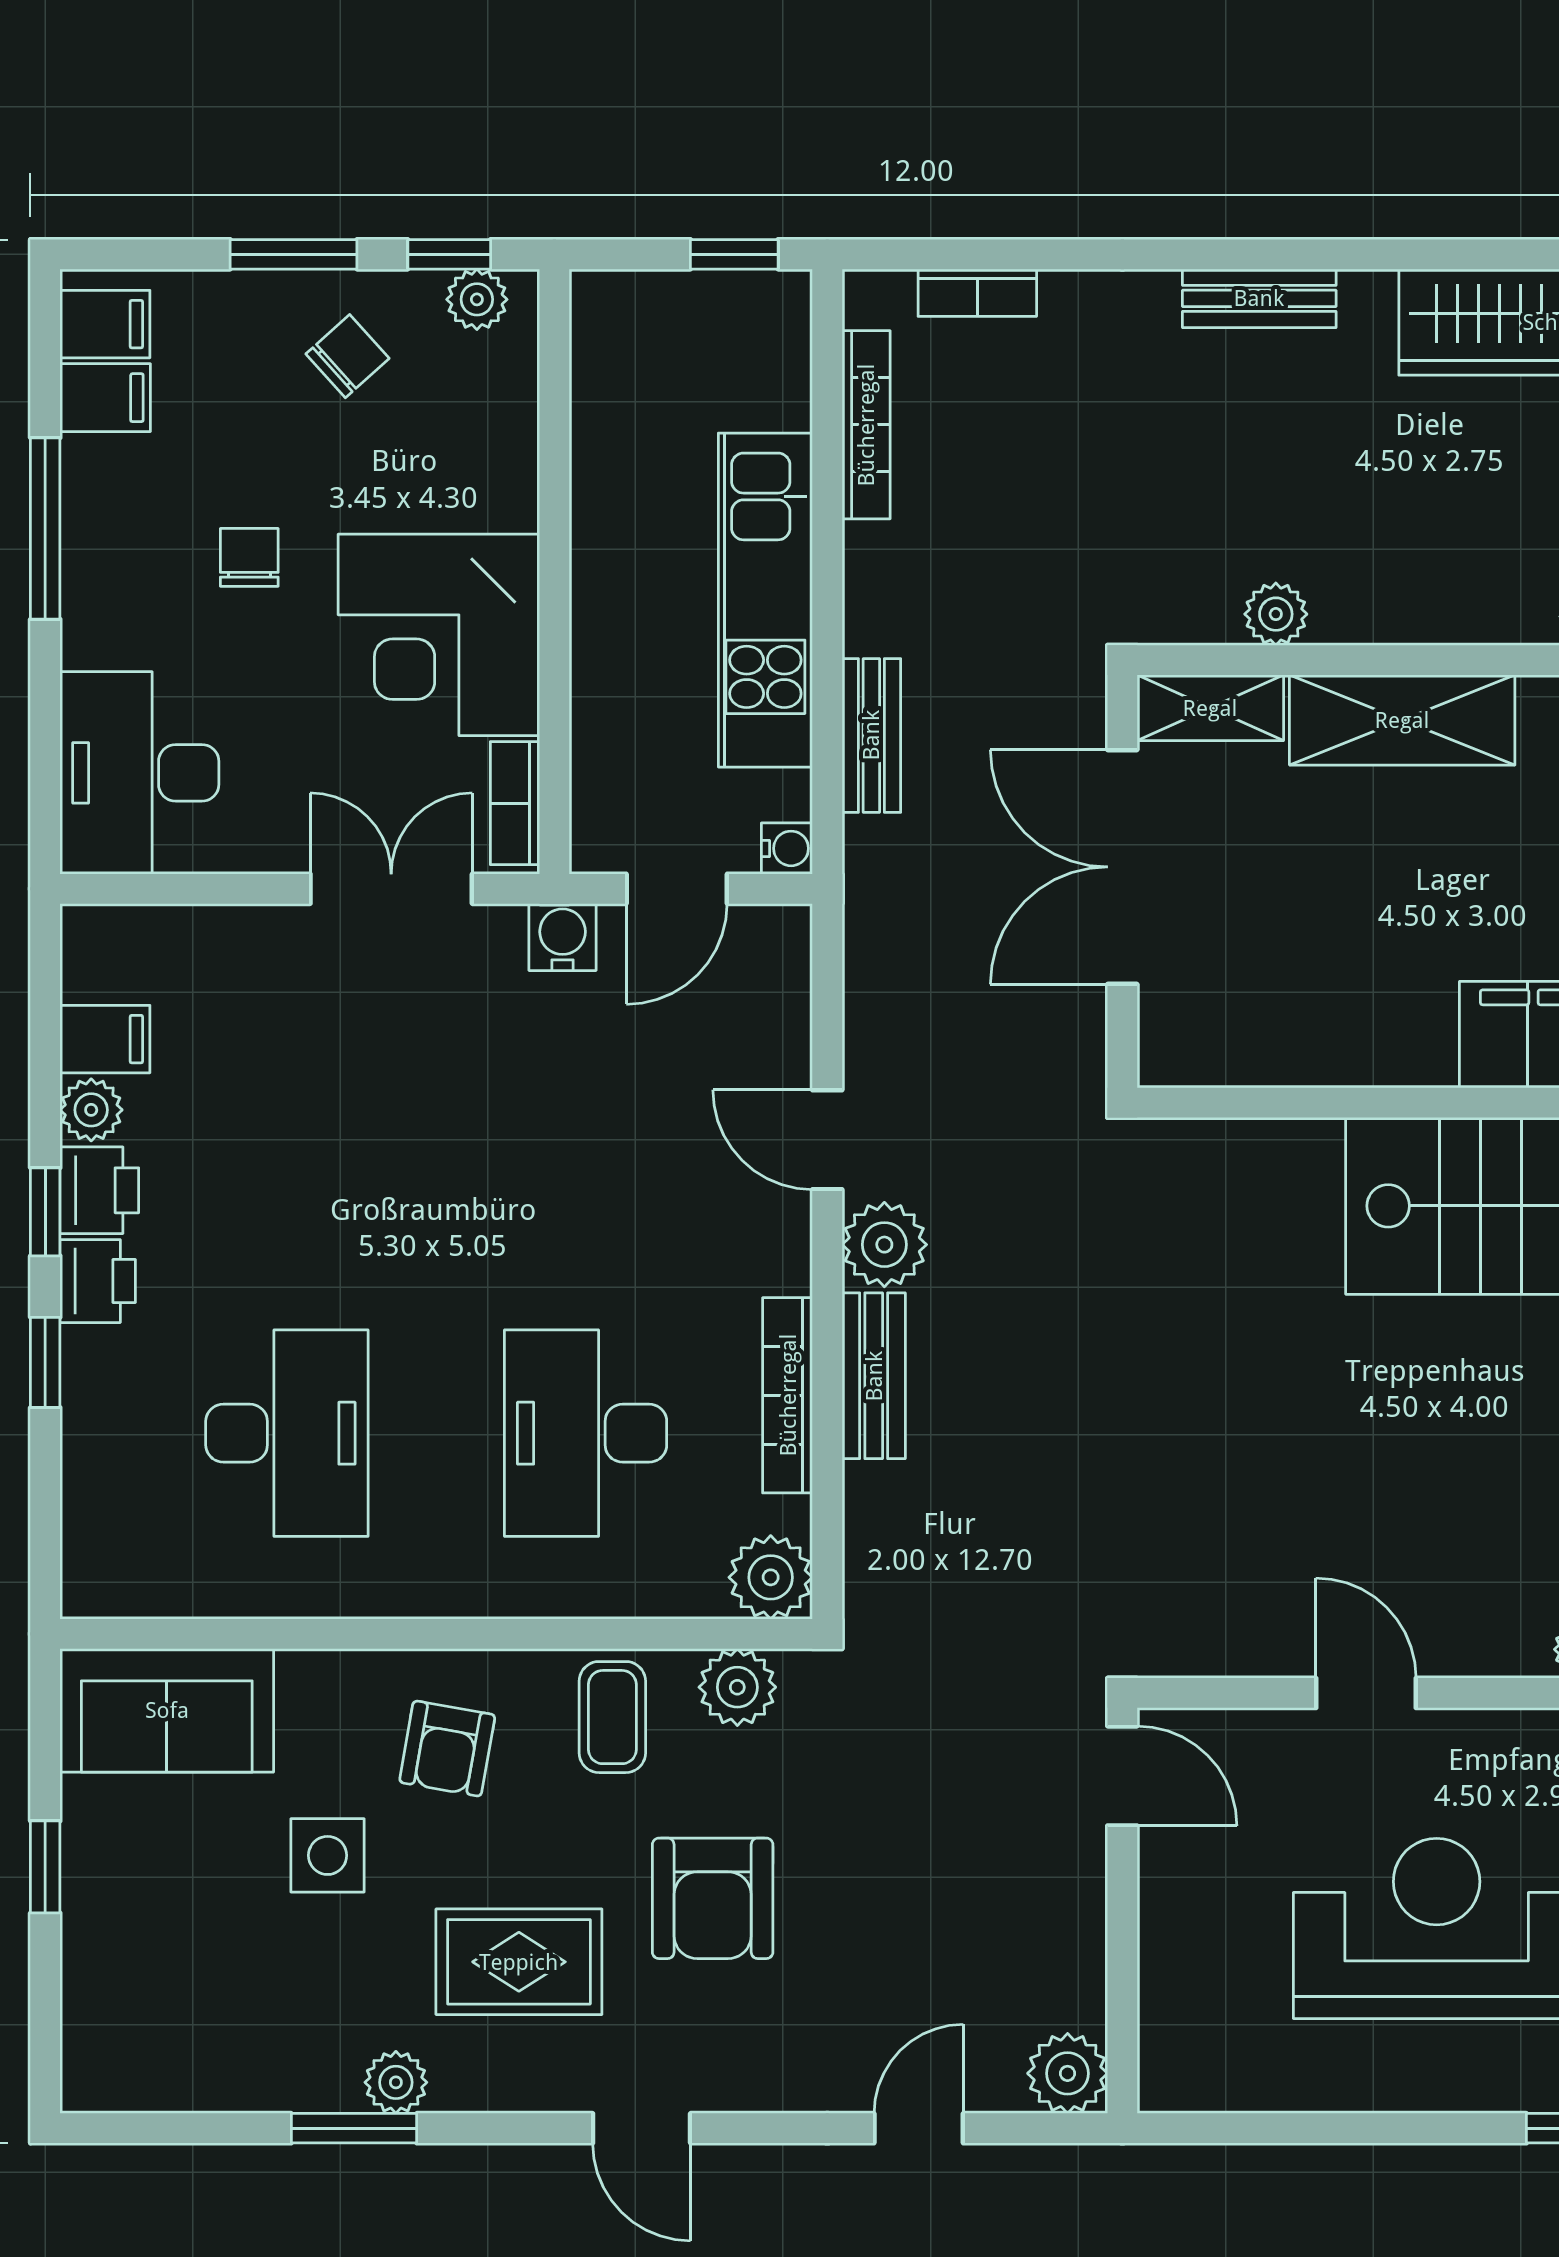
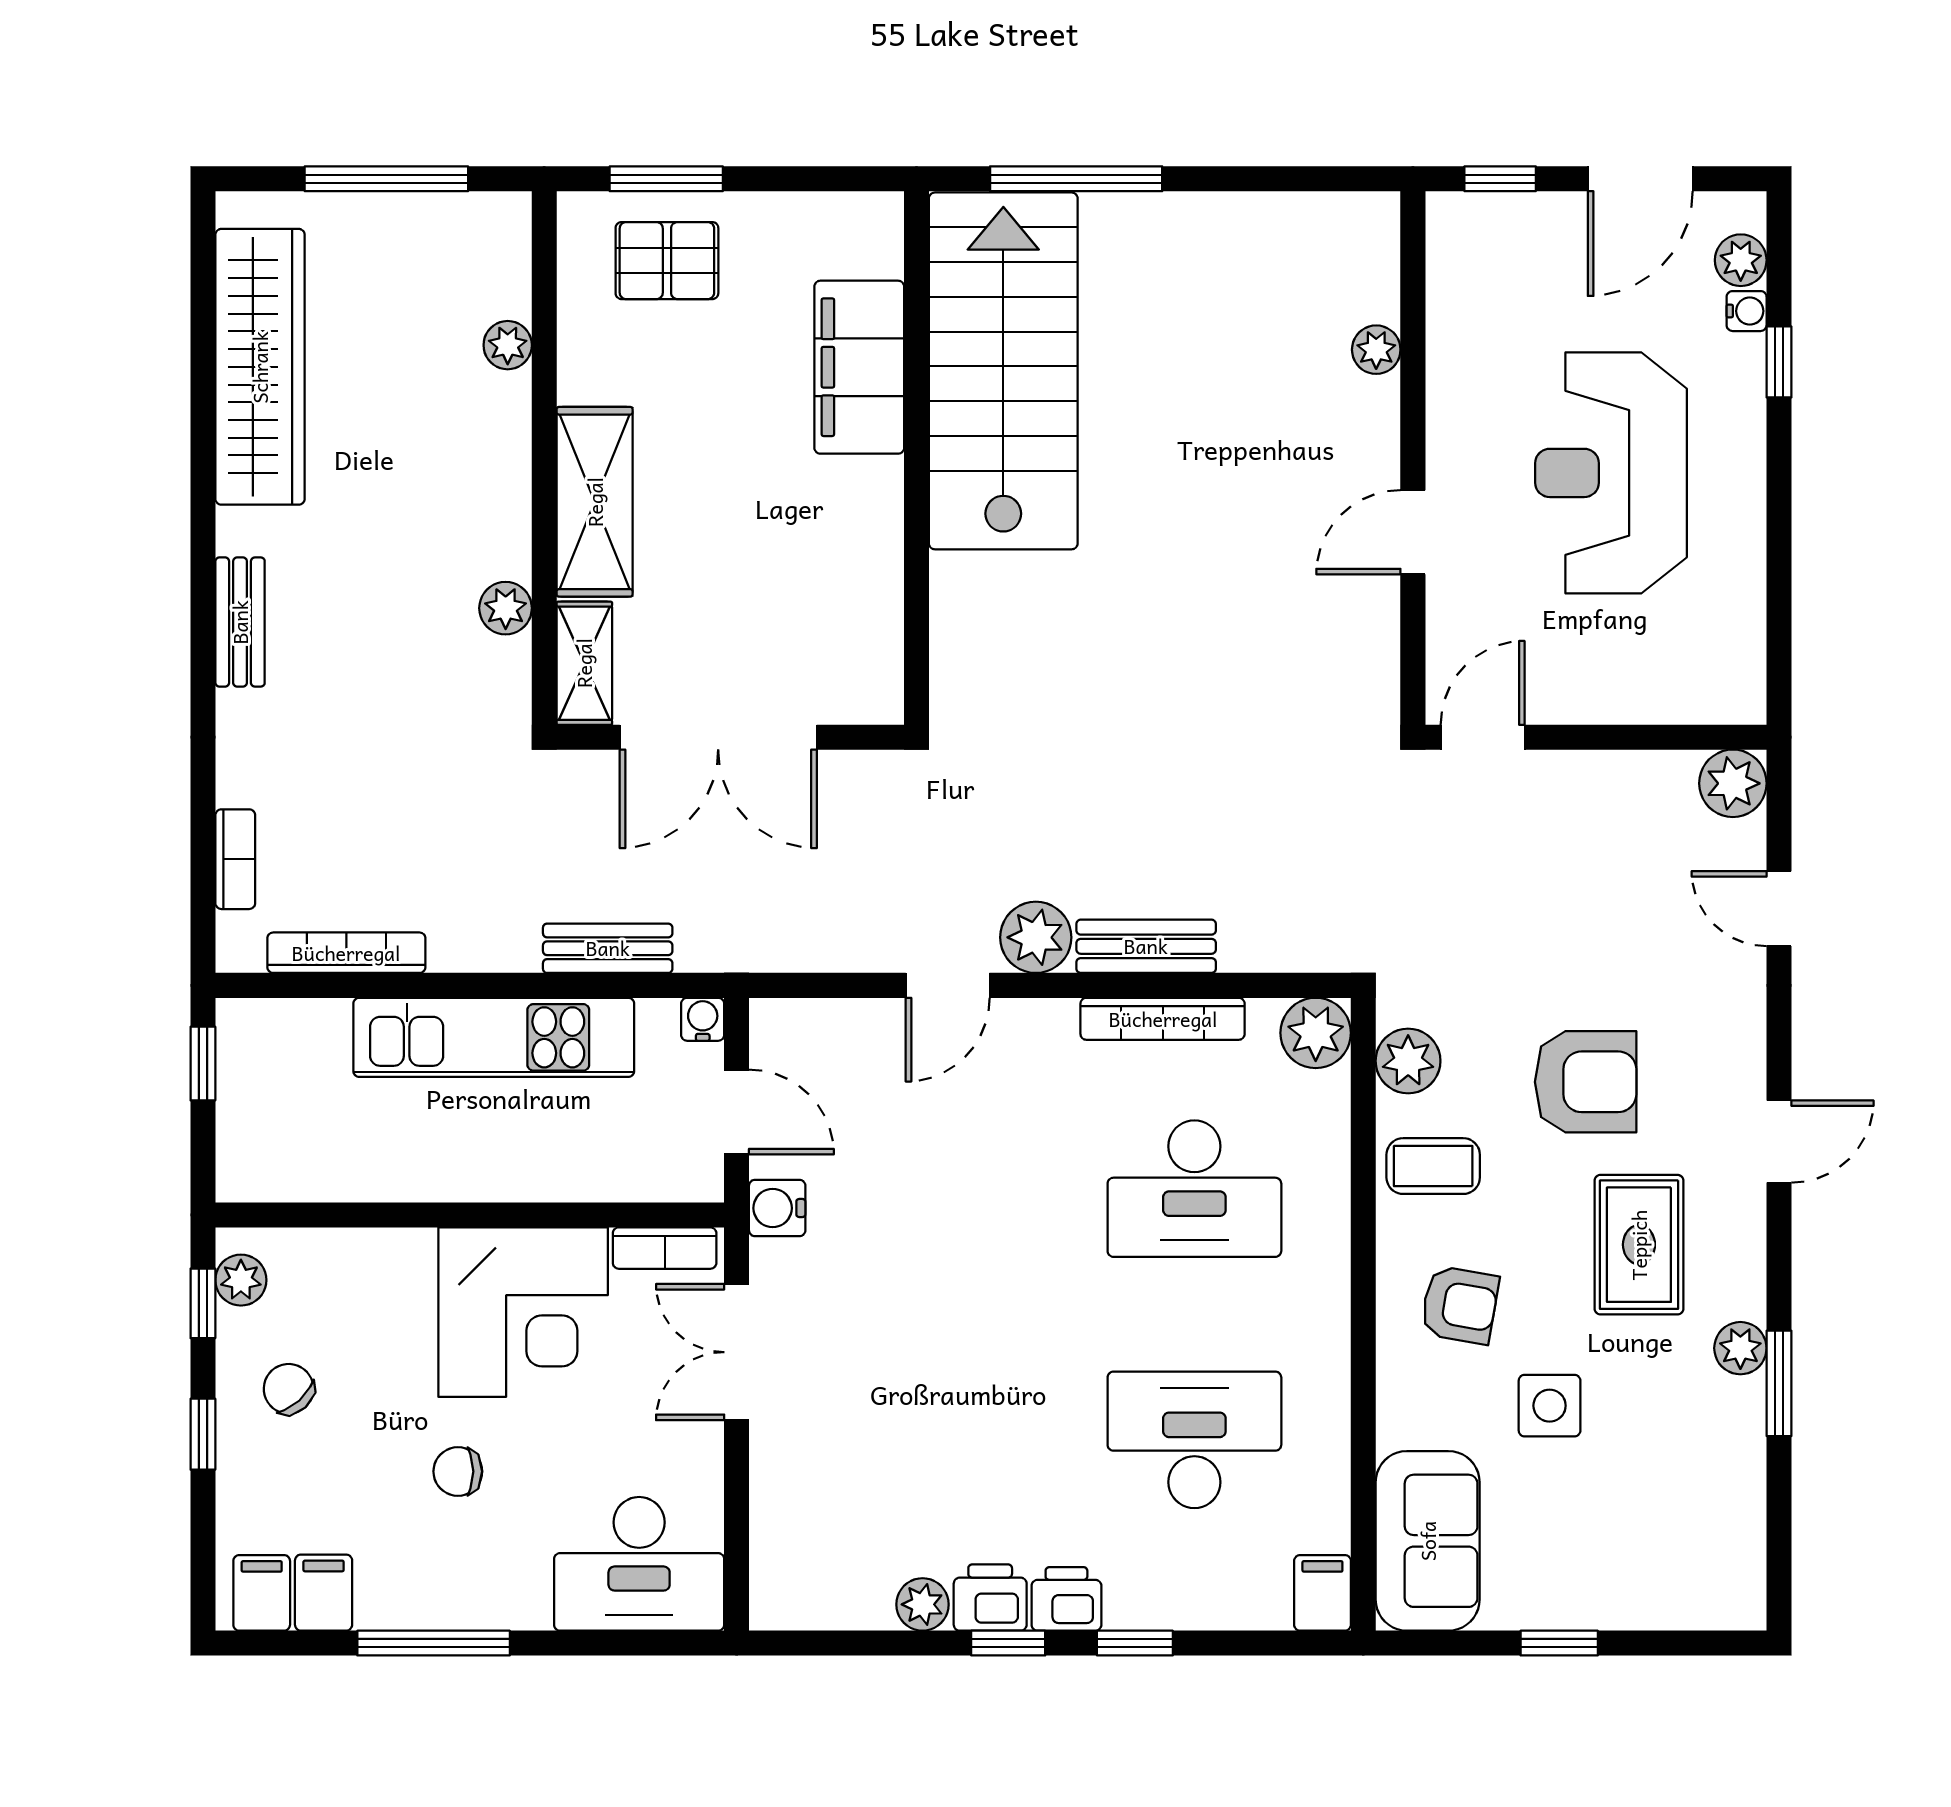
window: (294, 254) -> (203, 1434), width x0.67
filing cabinet: (105, 1039) -> (1322, 1593), moved

